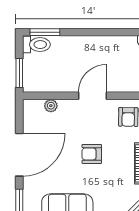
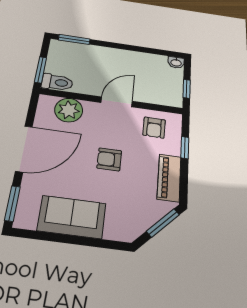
toilet: (36, 45) -> (57, 82), moved
plant: (51, 106) -> (69, 110), width x1.87, depth x1.87

